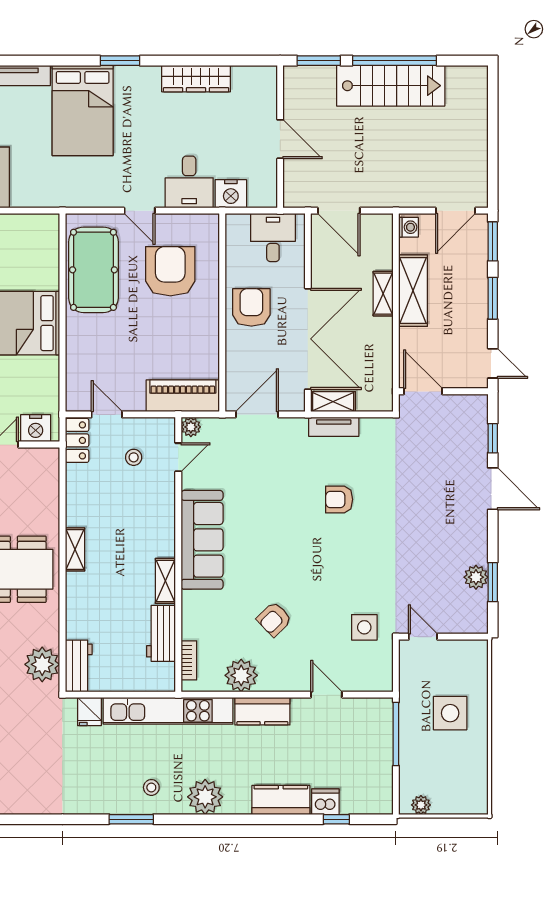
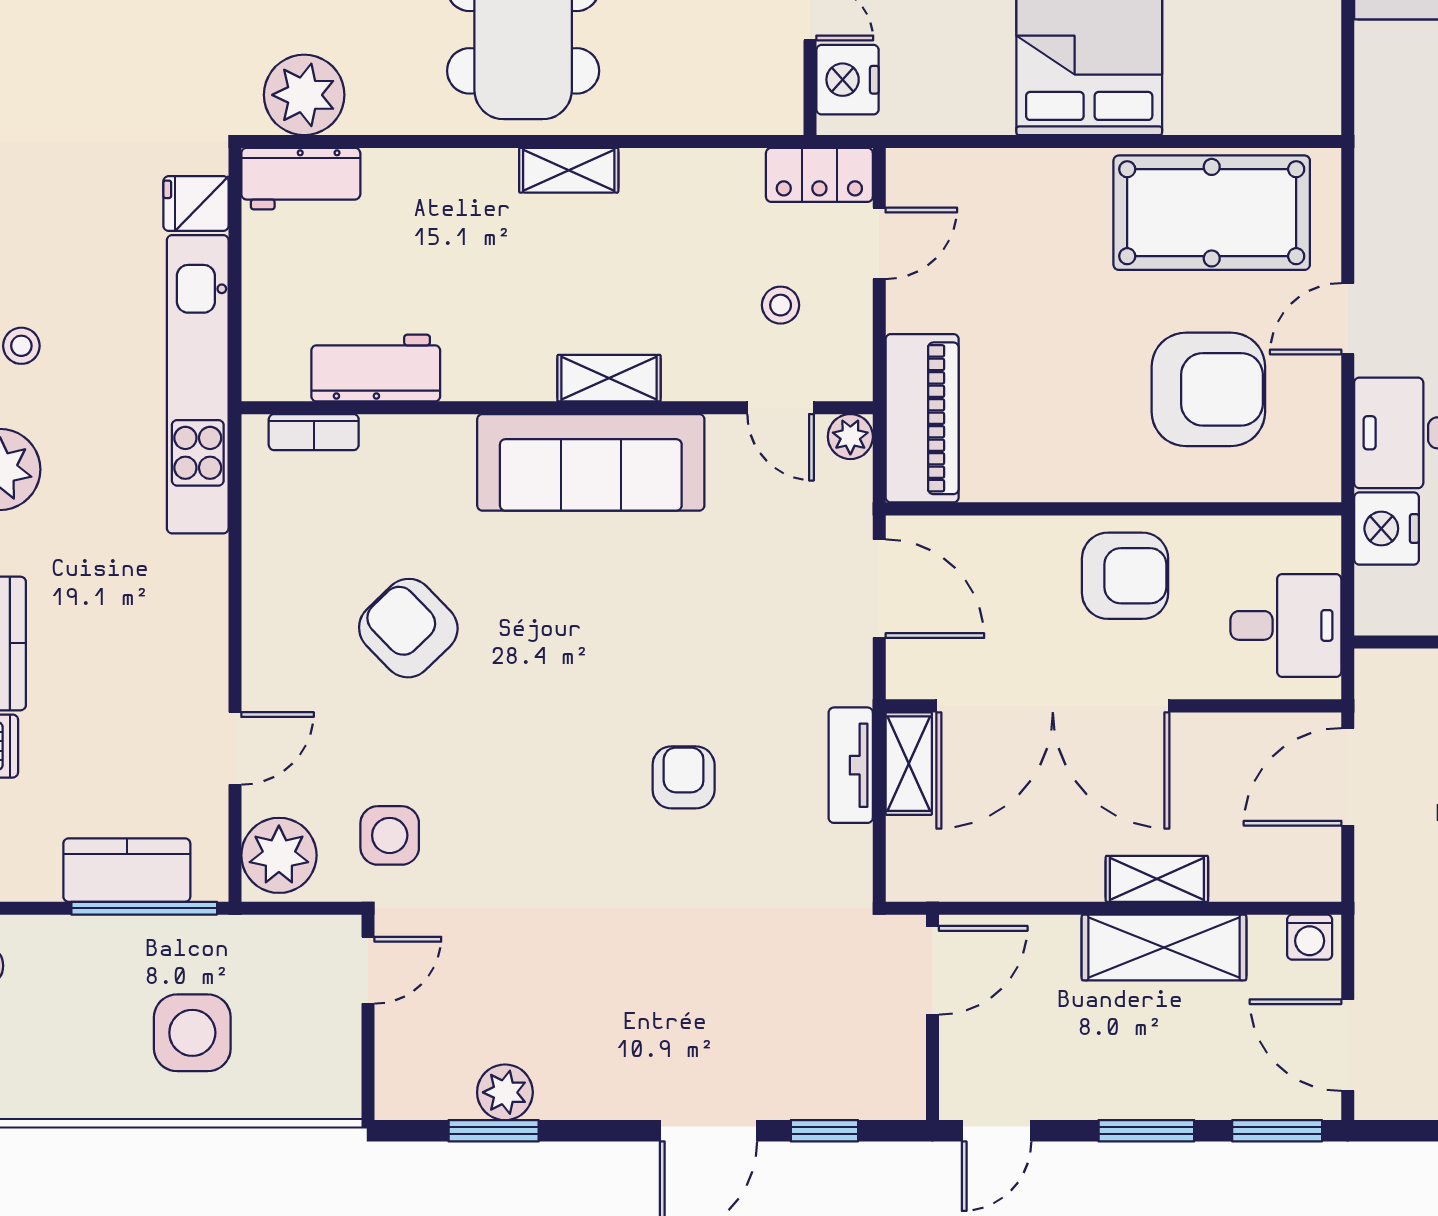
shelving: (165, 581) -> (609, 378), moved
armchair: (274, 619) -> (408, 628), width x1.38, depth x1.38
plant: (241, 675) -> (279, 855), moved
kitchen counter: (262, 711) -> (127, 870), moved, turned 90

